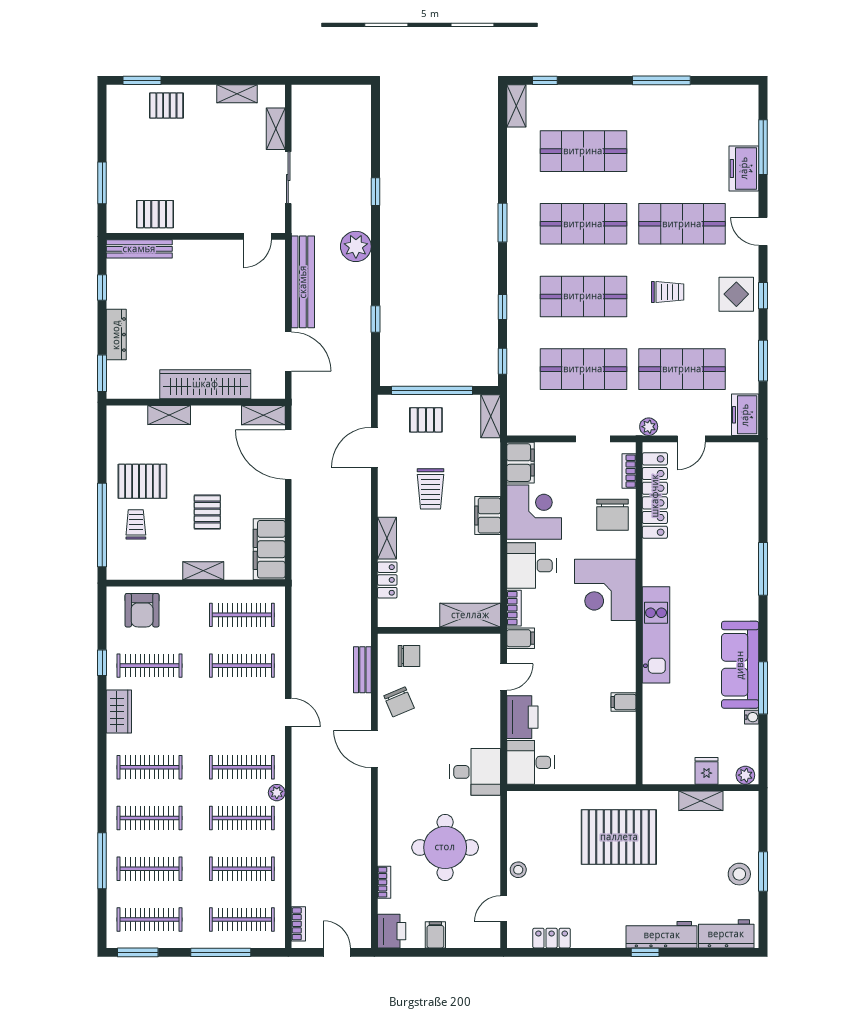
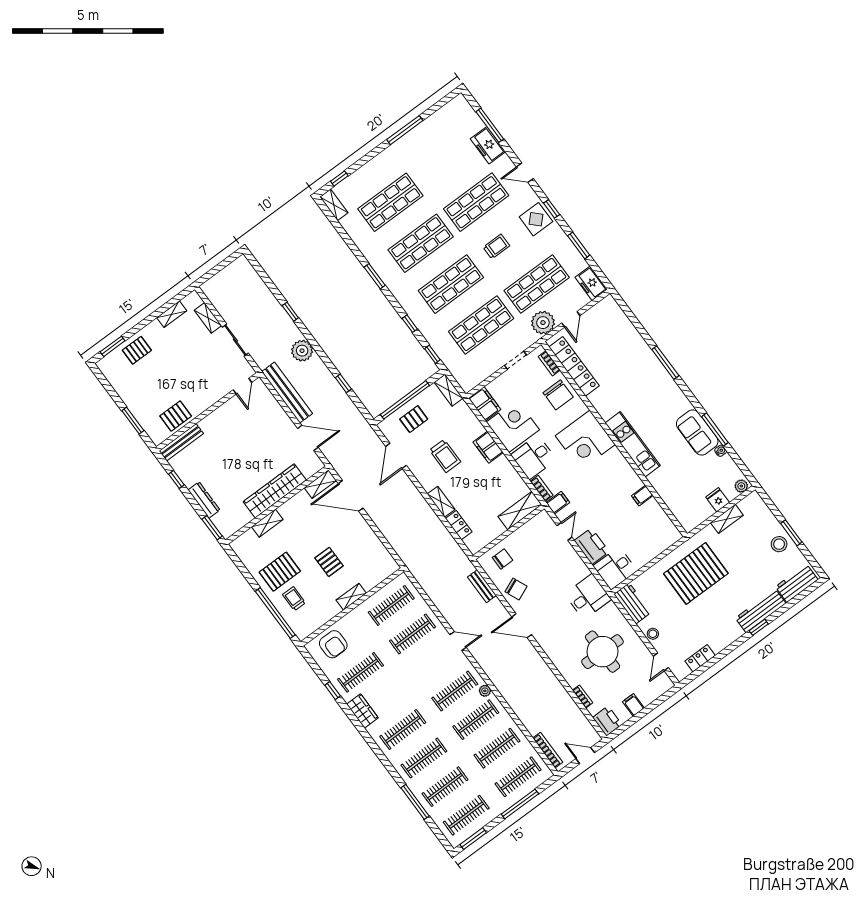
plant: (649, 427) -> (543, 323), width x1.88, depth x1.88
filing cabinet: (269, 549) -> (379, 557), removed
sofa: (740, 665) -> (697, 433), width x0.73
workbench: (521, 818) -> (632, 603), added
bookcase: (298, 924) -> (548, 750), width x1.56

